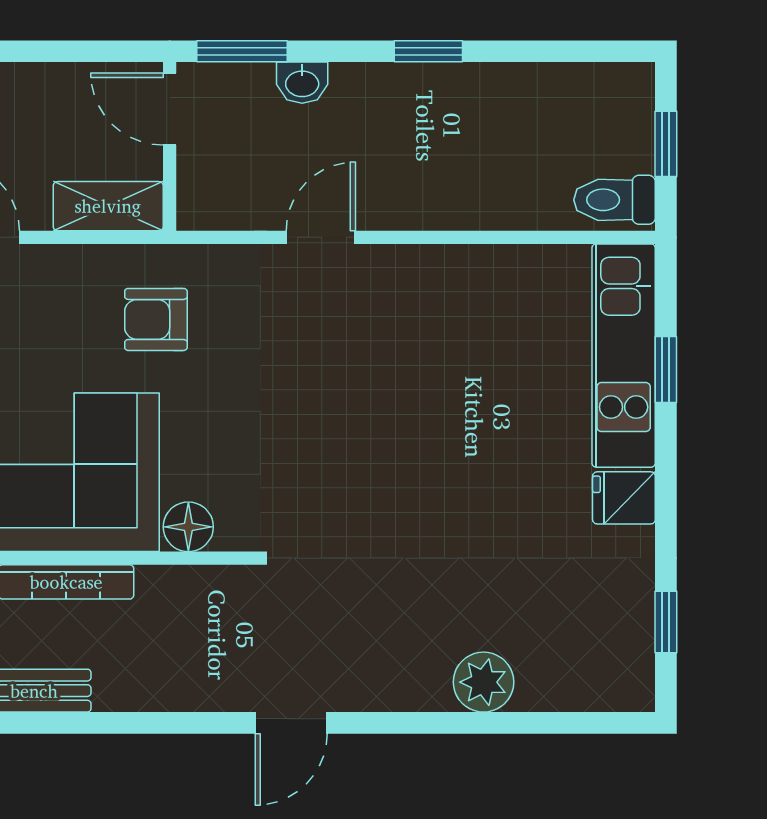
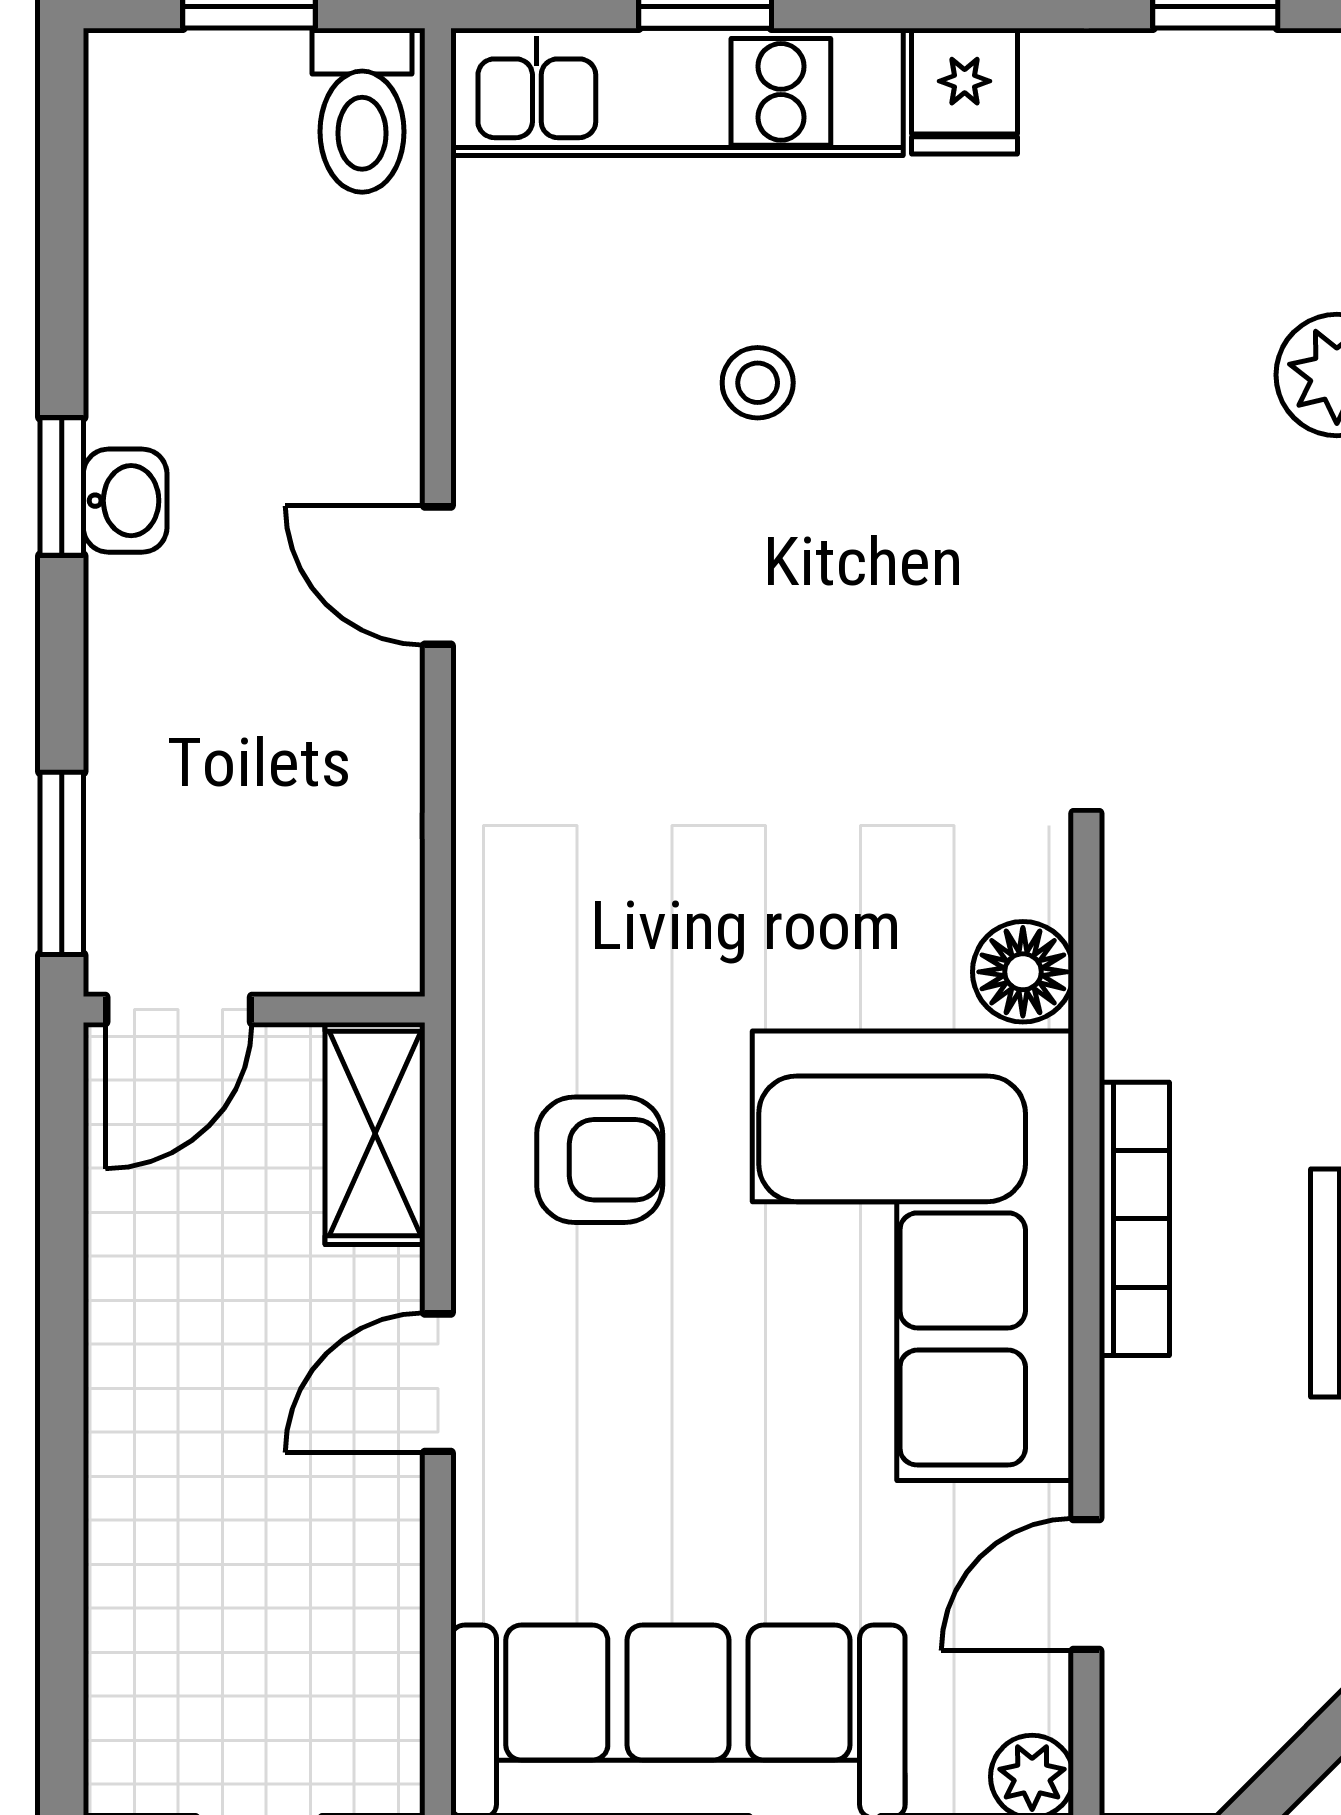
washbasin: (302, 83) -> (125, 501), moved
door: (321, 237) -> (438, 576), moved
armchair: (156, 319) -> (600, 1160), moved, turned -90
stool: (480, 396) -> (758, 383), added

